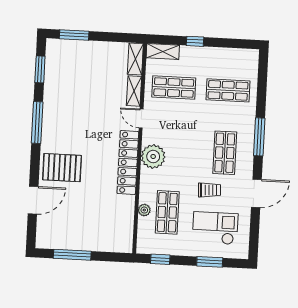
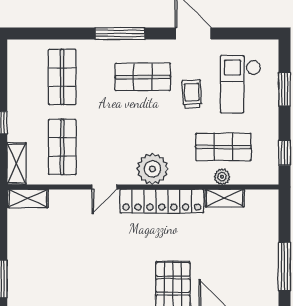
shelving: (134, 91) -> (225, 198), moved

